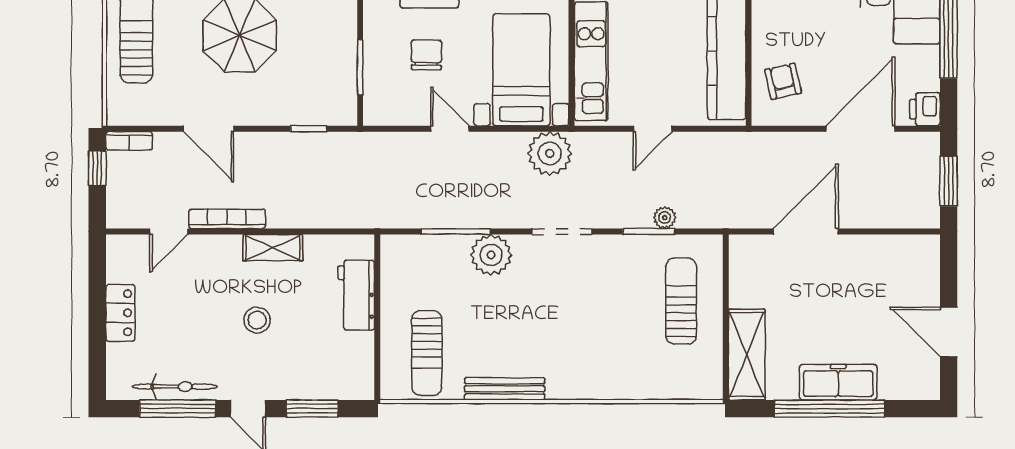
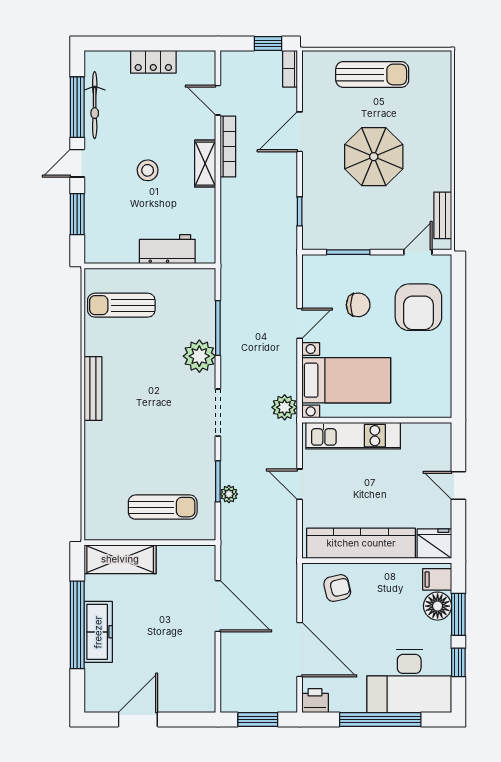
plant: (550, 153) -> (285, 407), width x0.73, depth x0.73
shelving: (273, 248) -> (205, 164), moved
bench: (505, 389) -> (93, 389), moved

